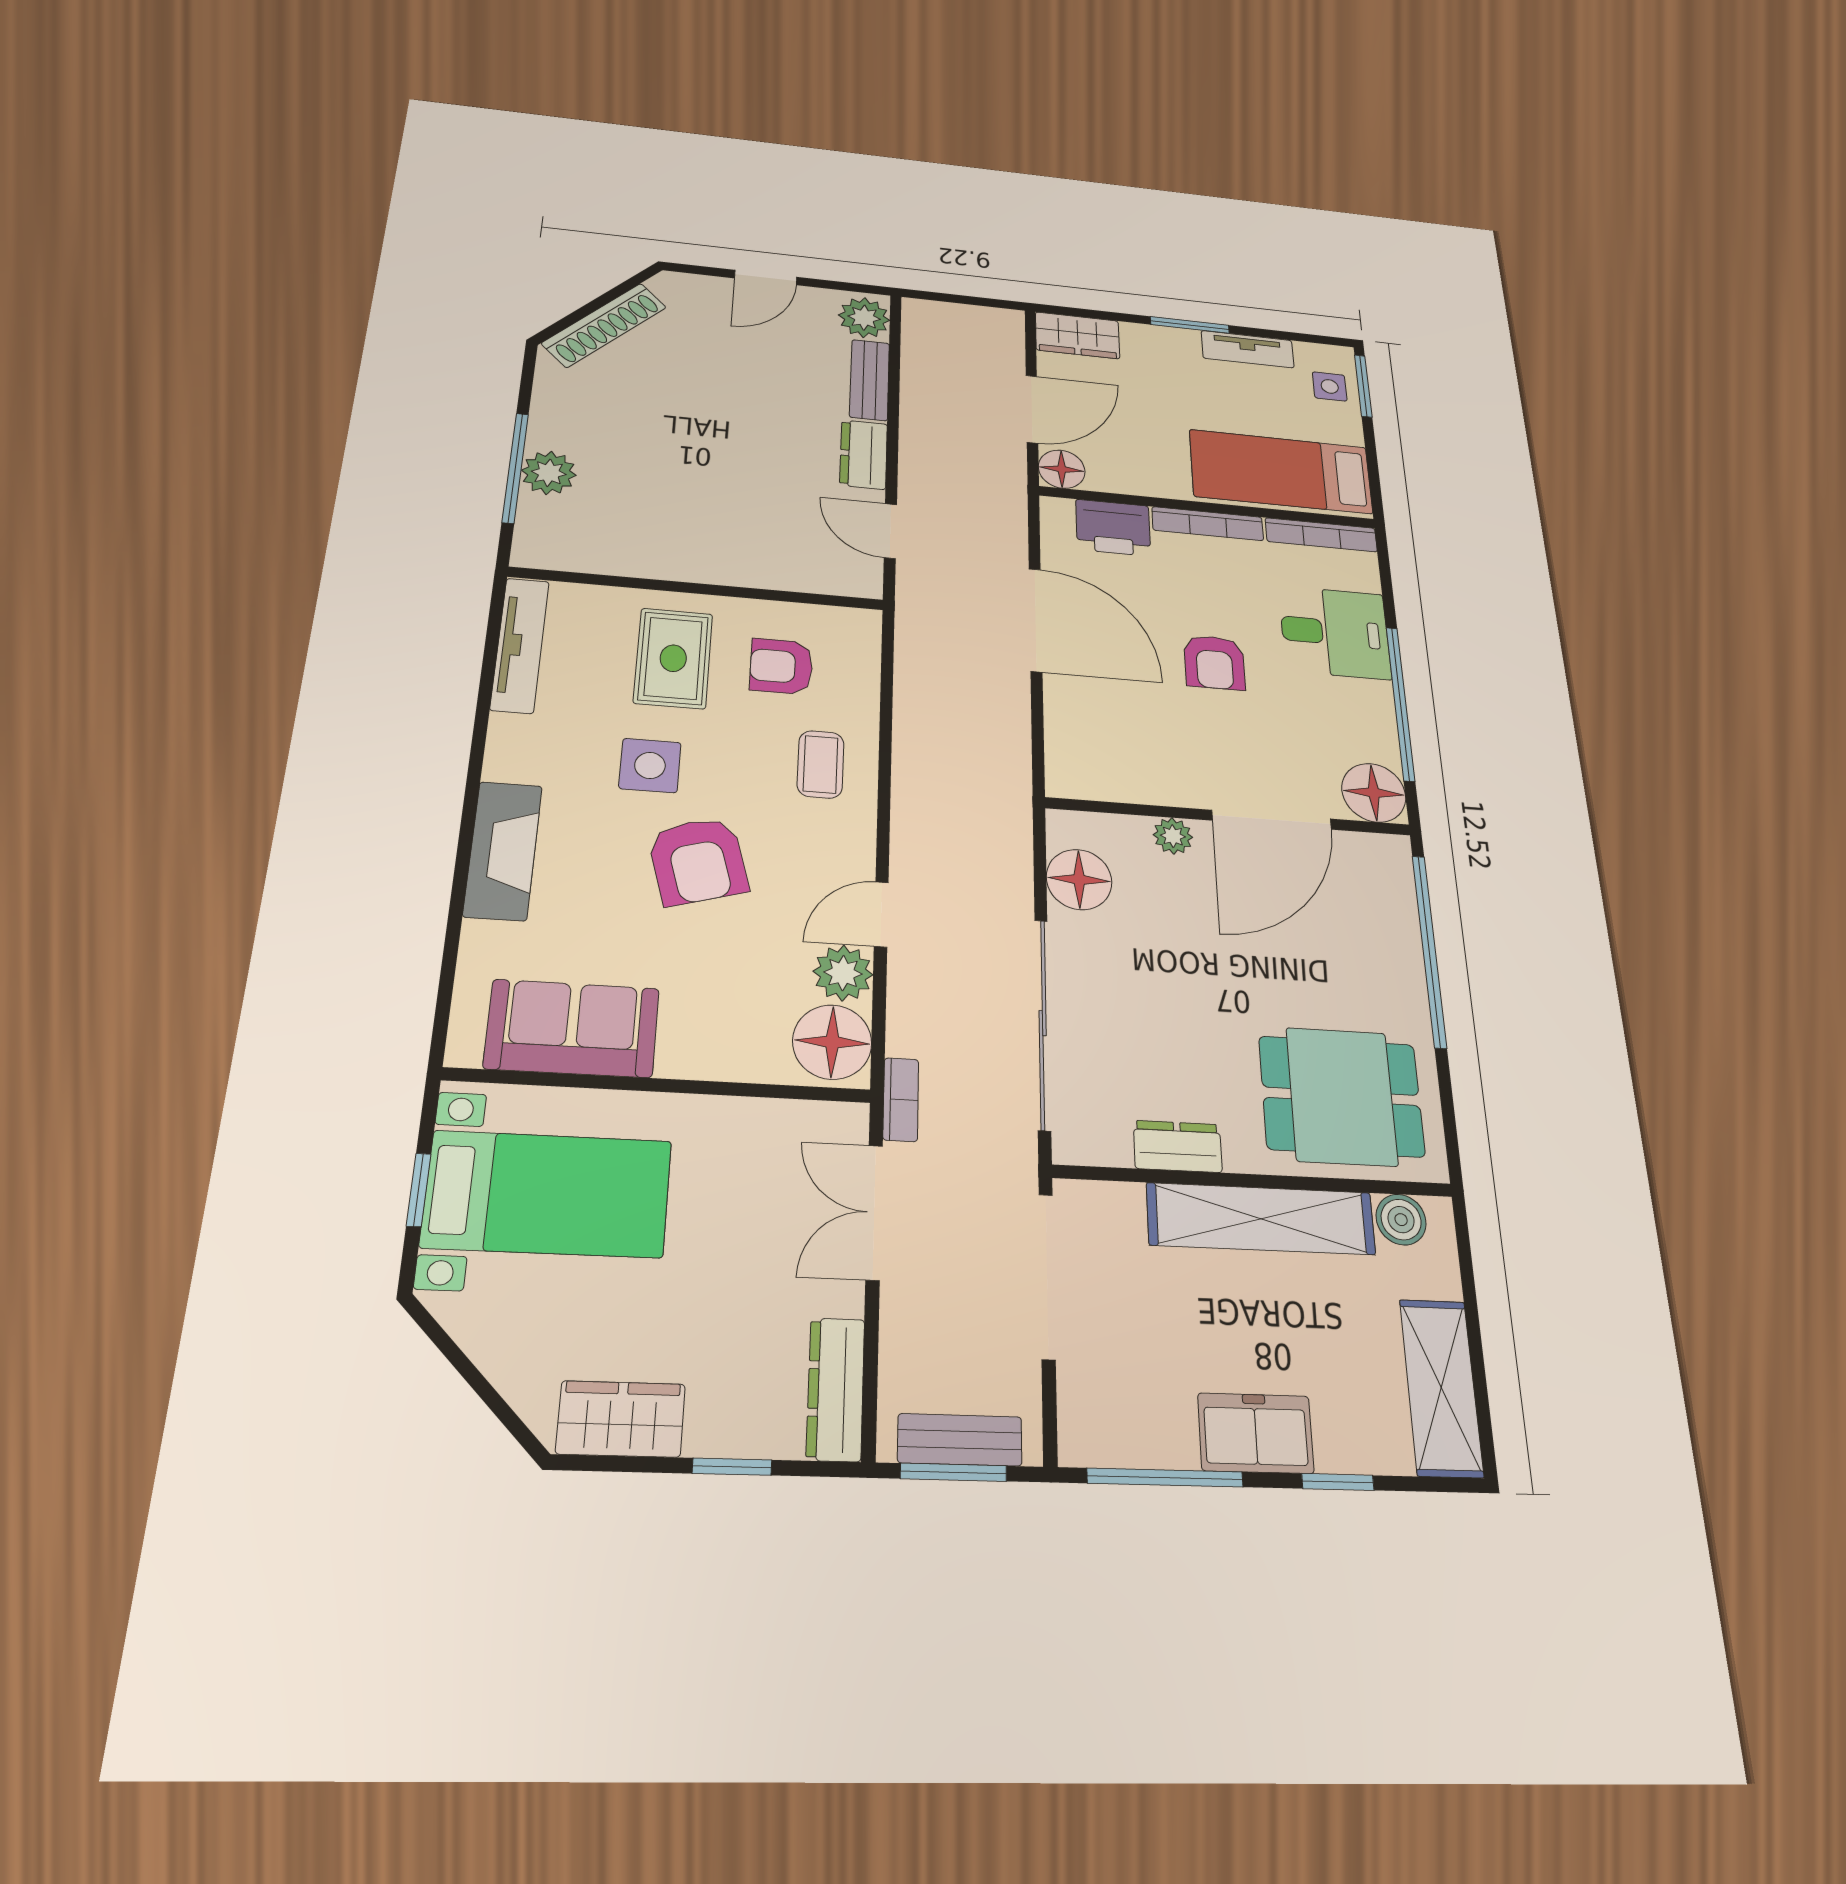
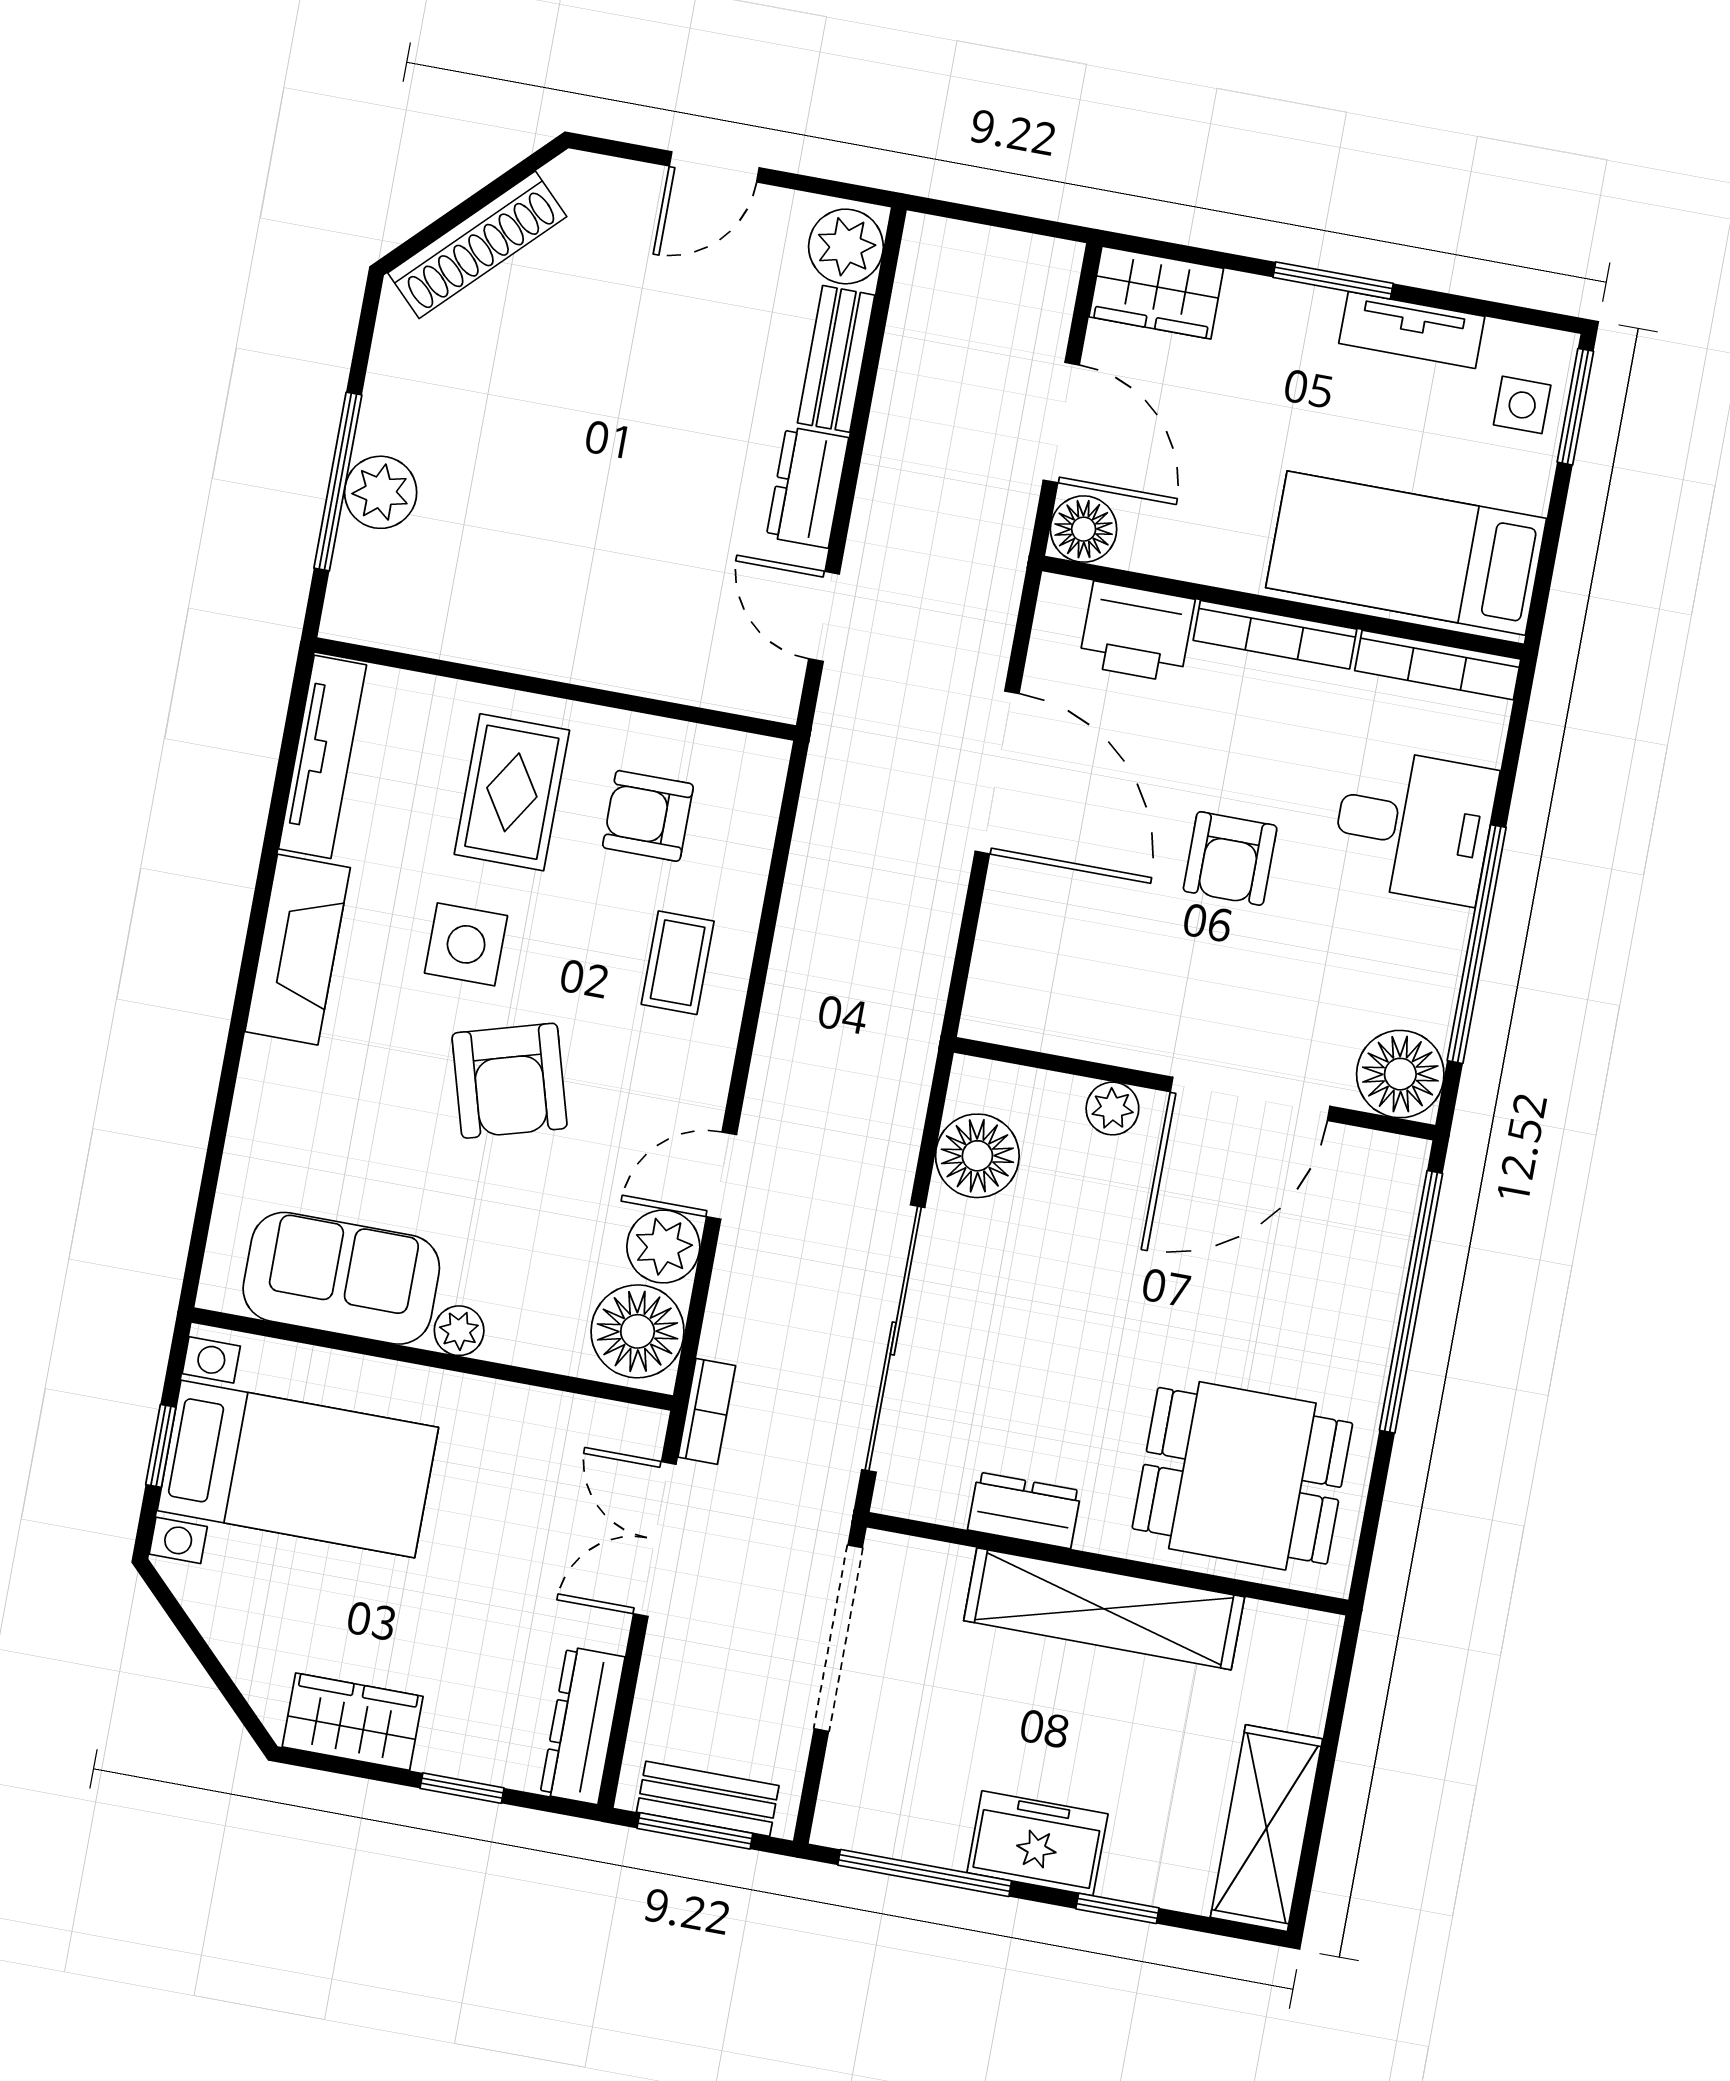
door: (1032, 409) -> (1061, 423), hinge flipped
fireplace: (503, 851) -> (298, 950), moved
plant: (680, 1059) -> (459, 1331), added
boiler: (1401, 1220) -> (1274, 1633), removed

